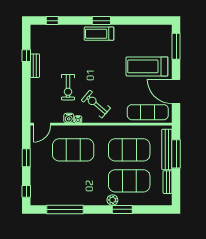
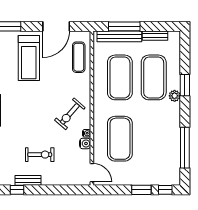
exercise bike: (68, 87) -> (40, 155), moved
exercise mat: (148, 112) -> (79, 57), width x0.73, depth x0.69
window: (26, 158) -> (141, 190), moved

